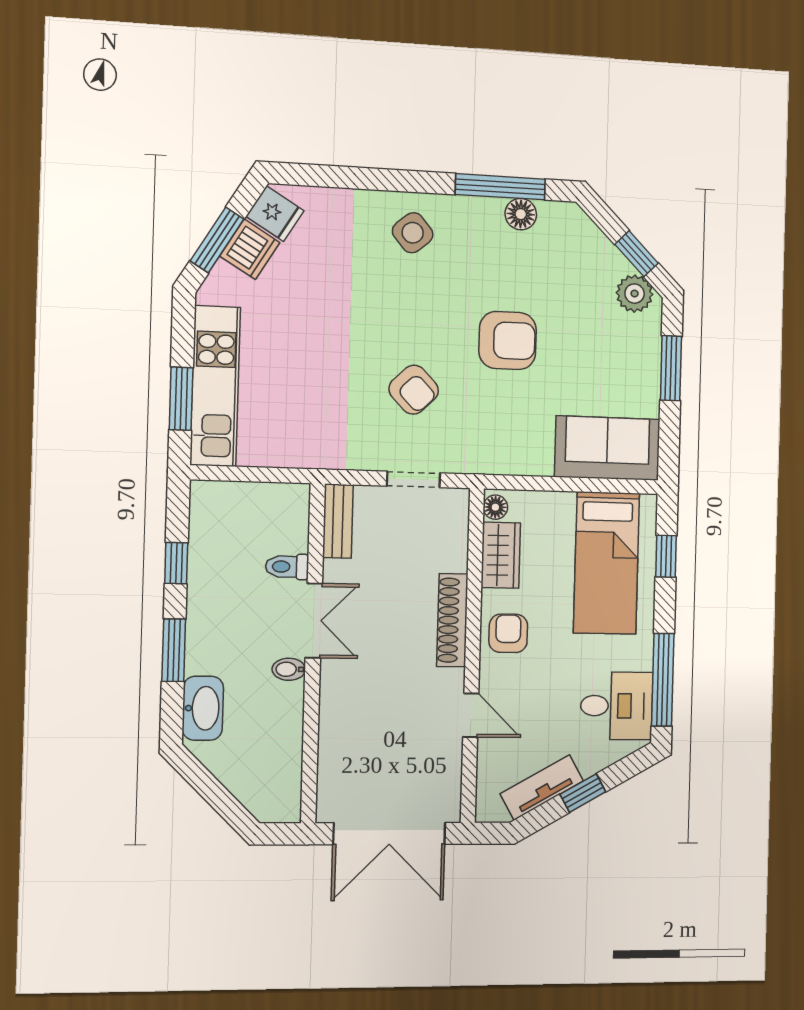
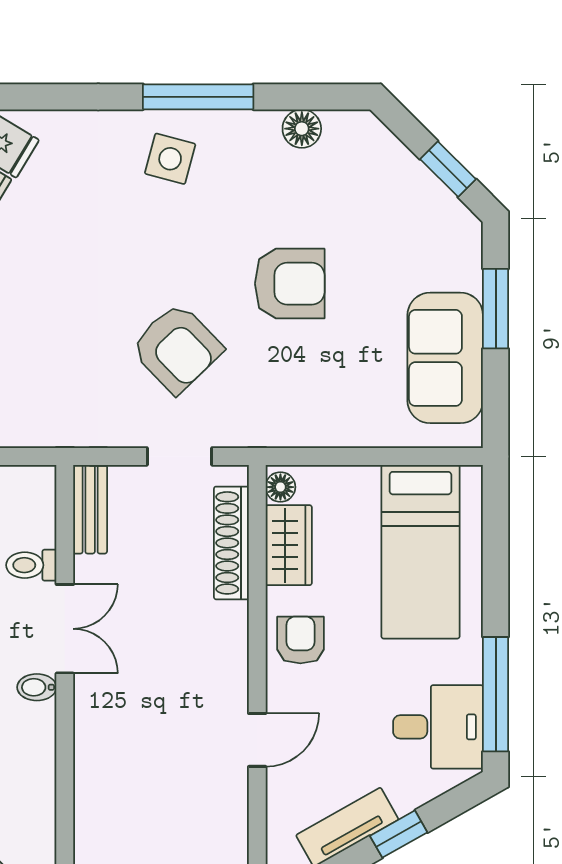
window: (500, 187) -> (198, 97), moved
side table: (413, 233) -> (170, 159), turned -35
plant: (635, 294) -> (447, 218), removed
armchair: (414, 390) -> (177, 348), width x1.38, depth x1.38
sofa: (607, 448) -> (445, 358), moved, turned -90
window: (666, 556) -> (496, 541), removed
shoe rack: (452, 620) -> (231, 543), moved
door: (471, 715) -> (257, 740), hinge flipped

